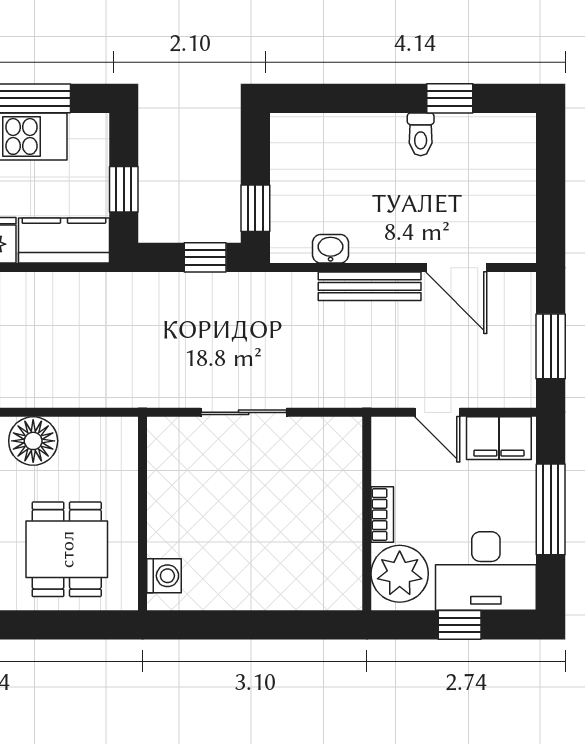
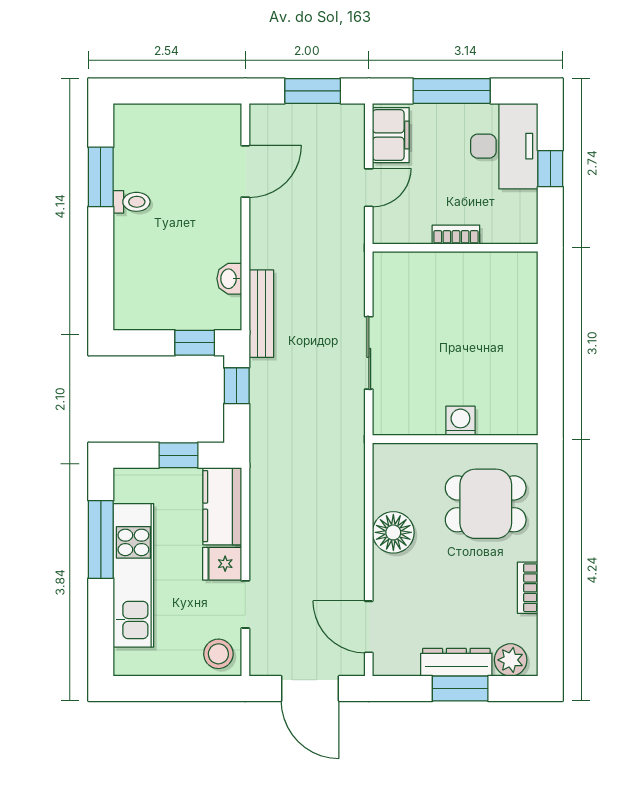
window: (450, 98) -> (101, 177), width x1.50
bench: (370, 286) -> (261, 314), moved
plant: (400, 574) -> (507, 220), removed
washing machine: (164, 576) -> (460, 421), moved

